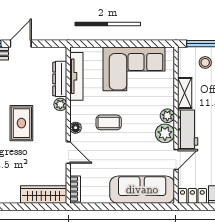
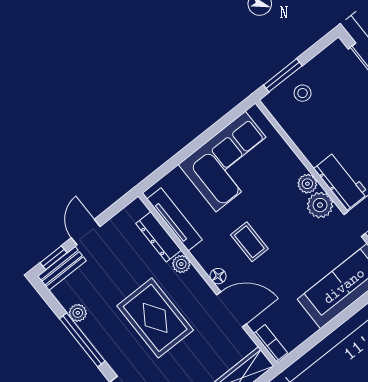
shelving: (185, 93) -> (306, 144), removed
coffee table: (109, 122) -> (249, 242), turned 90
rug: (21, 123) -> (155, 318), width x1.36, depth x1.43
door: (68, 152) -> (232, 309), width x1.38

